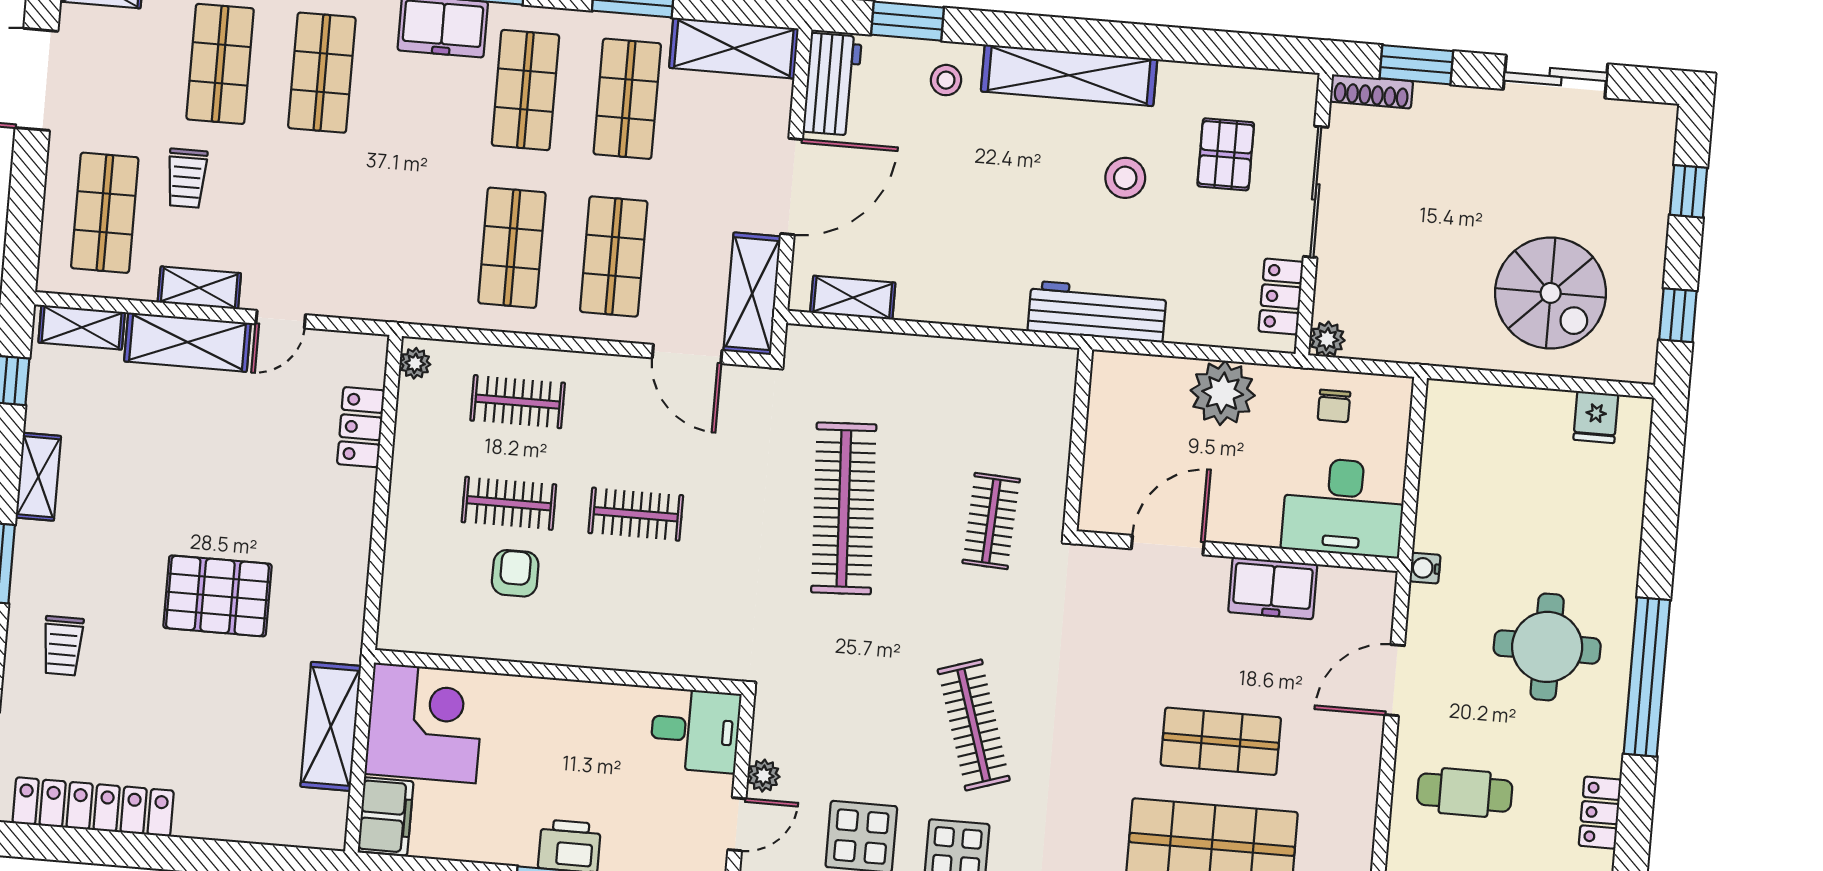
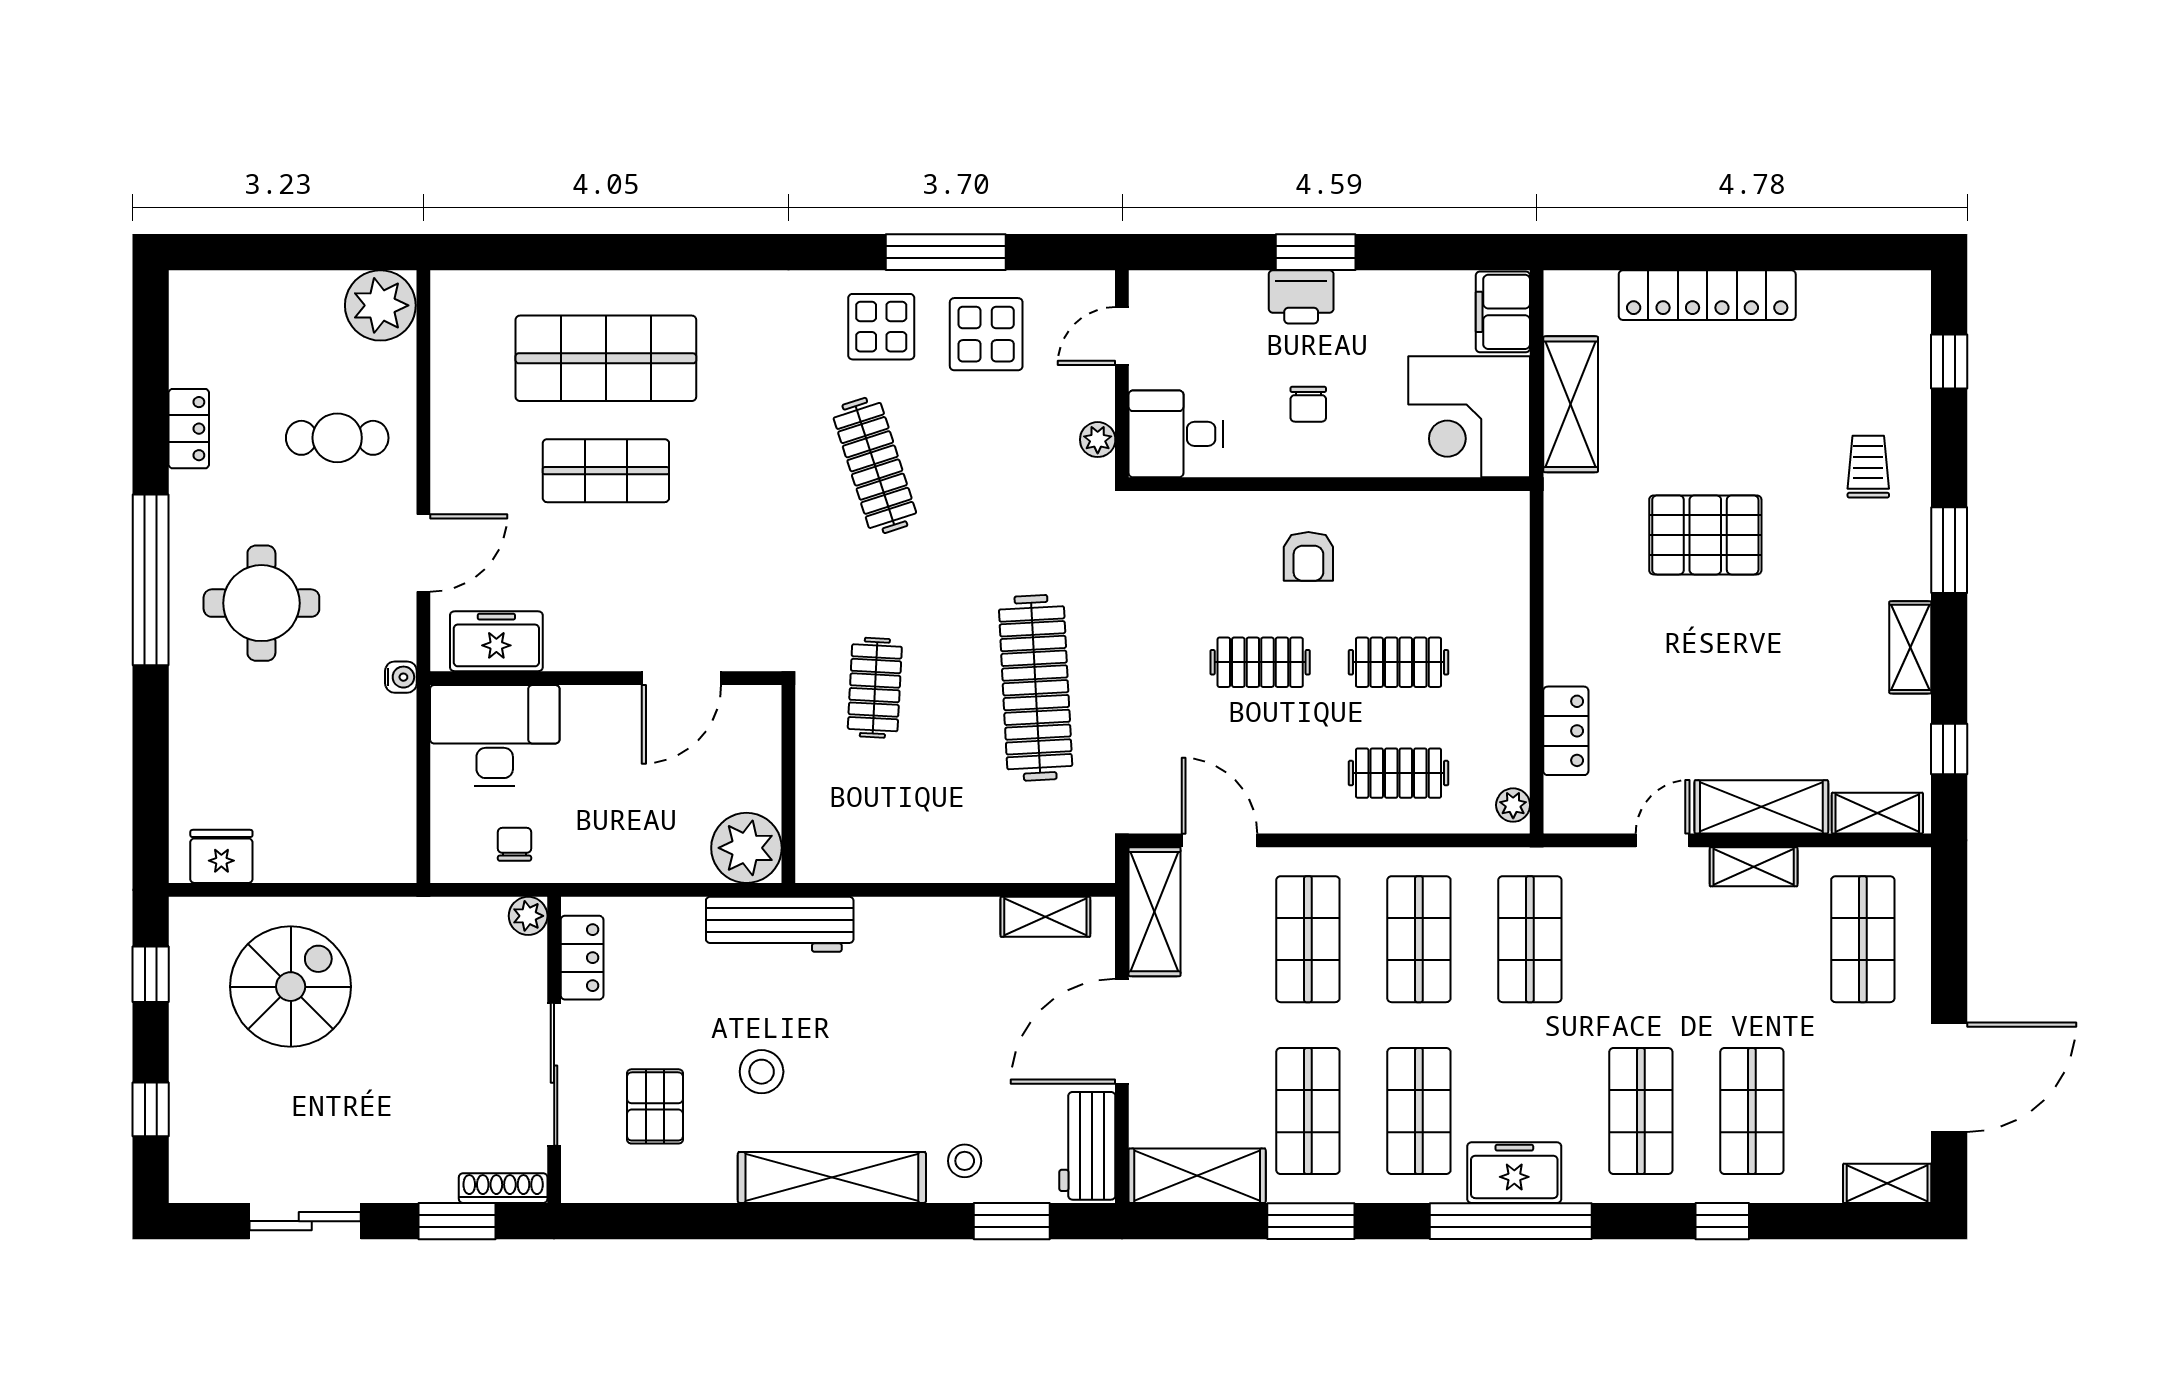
trolley: (187, 178) -> (1777, 984), removed
shop shelf: (410, 239) -> (1530, 939), added
spiral stairs: (1551, 293) -> (291, 987), turned 90
plant: (1223, 393) -> (746, 848), moved
fridge: (1596, 417) -> (221, 856), width x1.38
armchair: (515, 573) -> (1308, 556), moved
freezer: (1273, 588) -> (496, 641), moved
chair: (571, 747) -> (1308, 404), added
plant: (764, 776) -> (1098, 440), moved
locker: (93, 807) -> (1707, 295), moved

